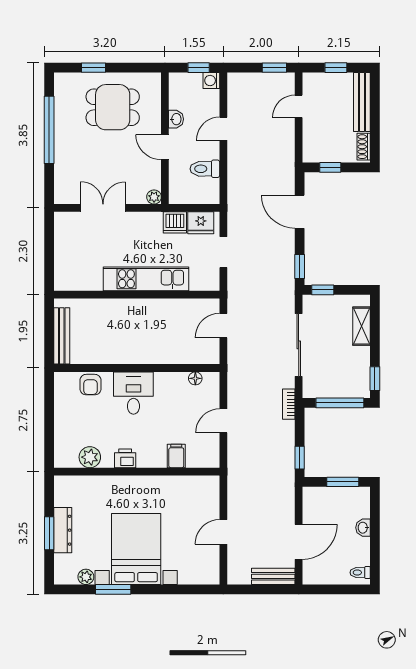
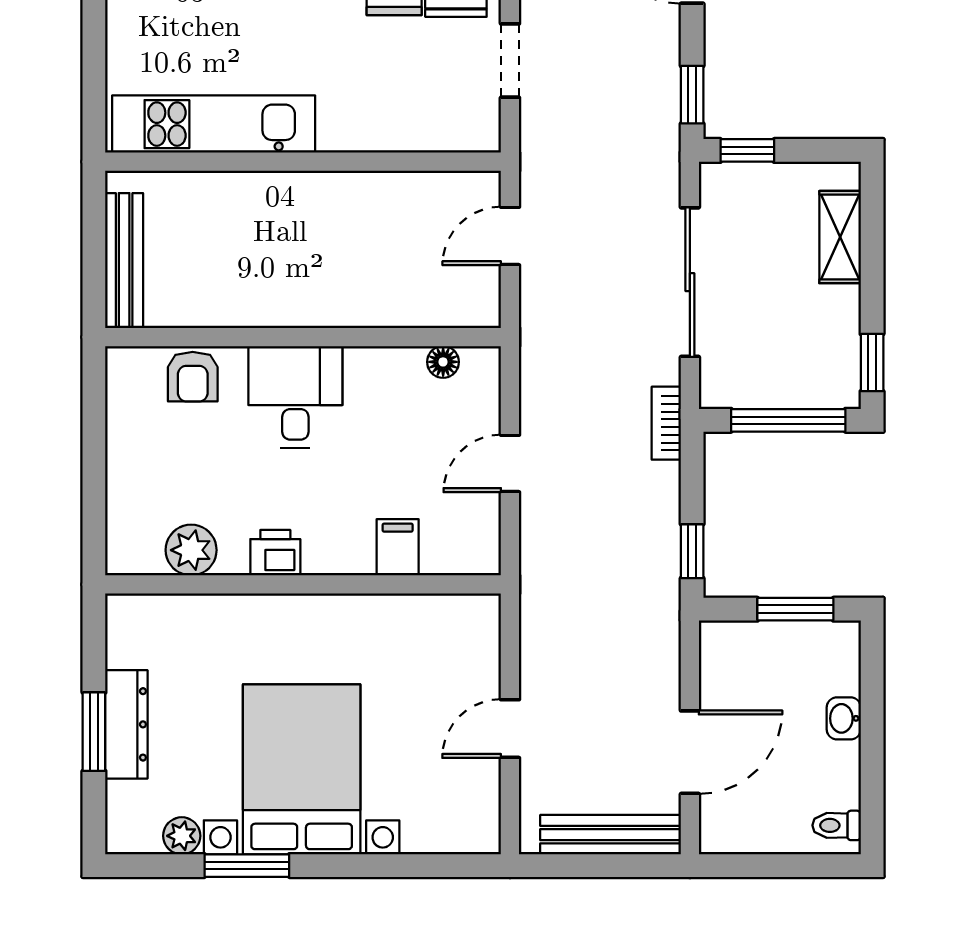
kitchen unit: (146, 279) -> (214, 124), moved
bench: (273, 576) -> (611, 835), width x1.36

